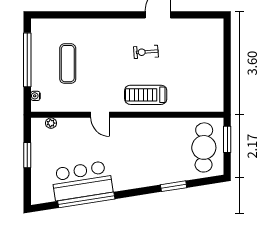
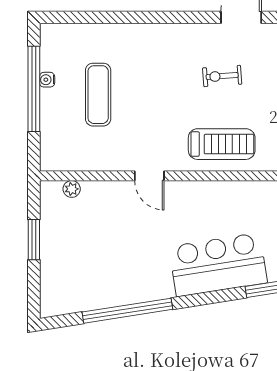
treadmill: (146, 95) -> (222, 144), turned 180
water cooler: (35, 96) -> (47, 80), moved
bar counter: (82, 181) -> (218, 265), moved

